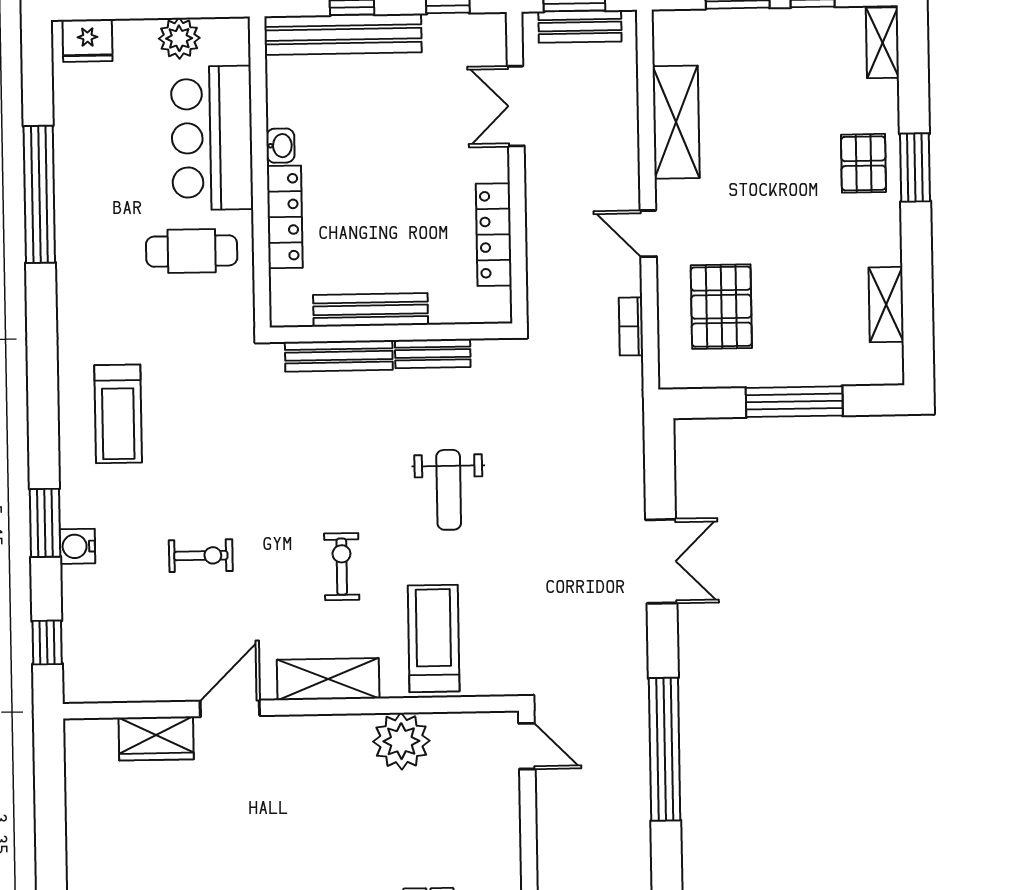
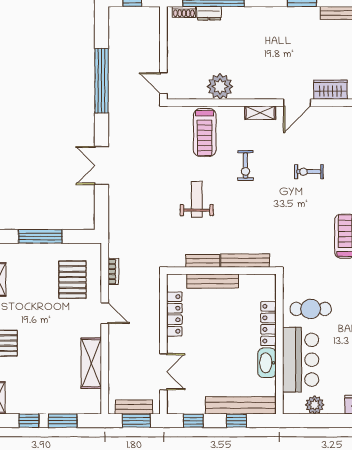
washbasin: (280, 146) -> (267, 363), width x1.91, depth x1.45
bench: (371, 310) -> (213, 281), moved
shelving: (328, 679) -> (260, 113), width x0.67, depth x0.75

